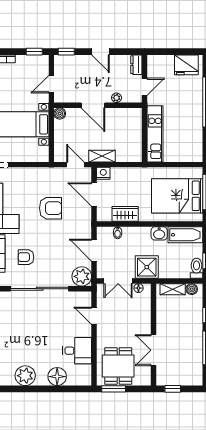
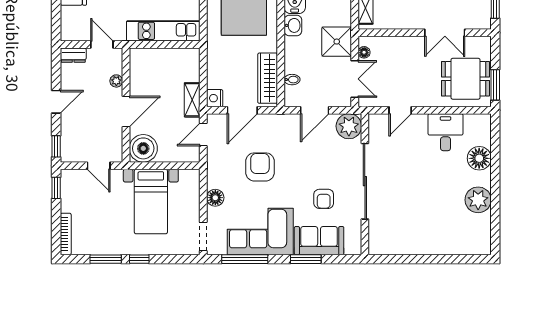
boiler: (60, 114) -> (143, 148), width x1.86, depth x1.86
floor lamp: (27, 174) -> (215, 198), added
wardrobe: (125, 214) -> (268, 78), width x1.50

